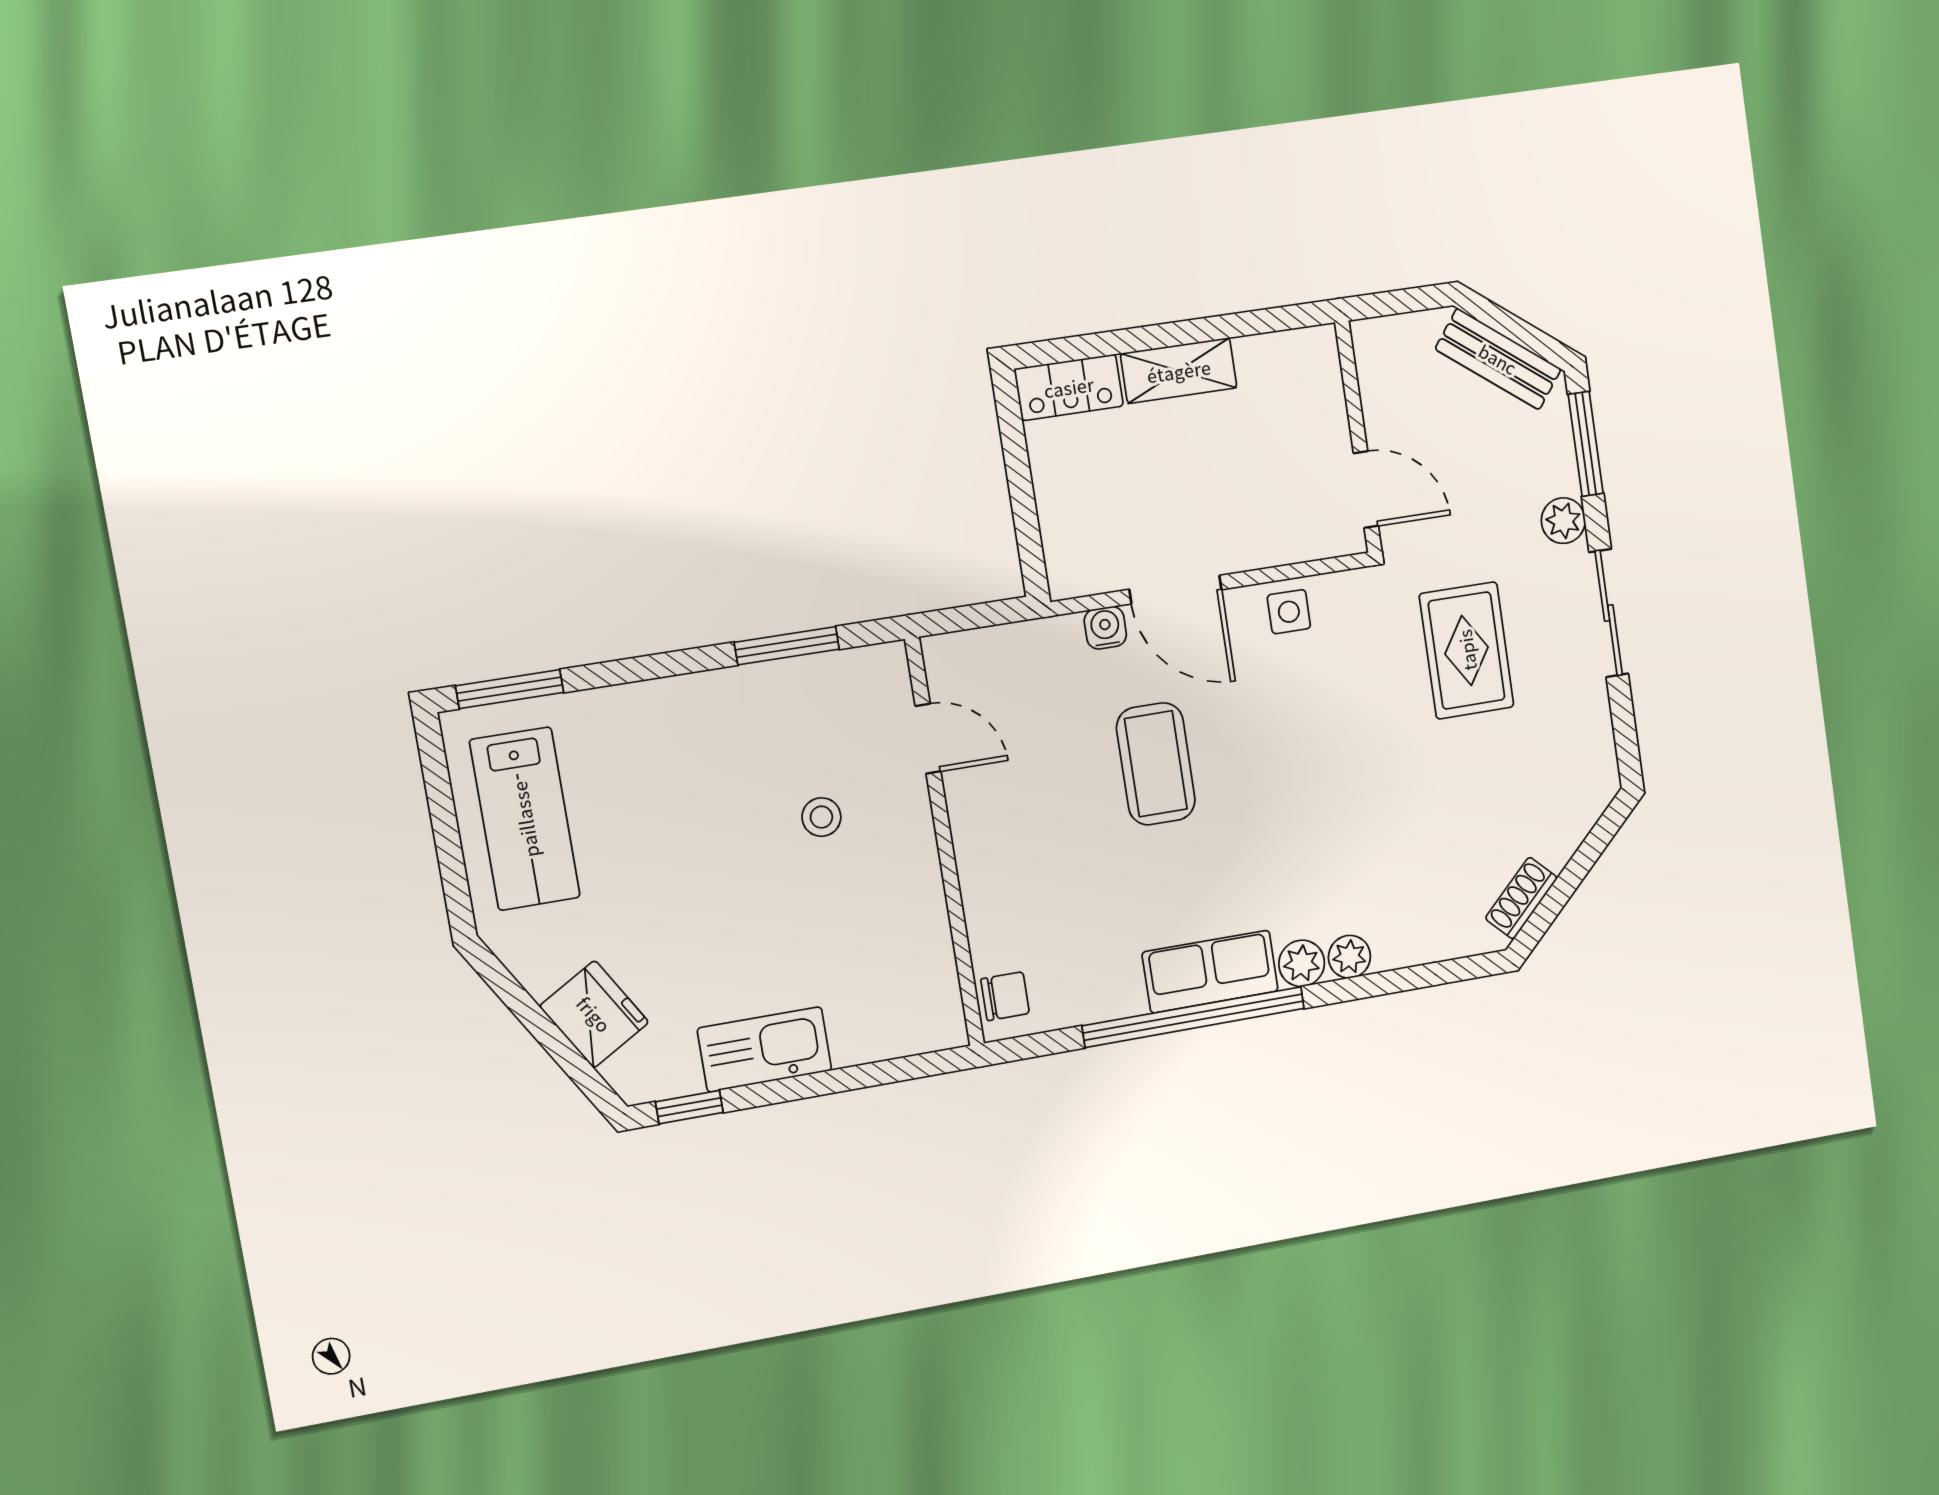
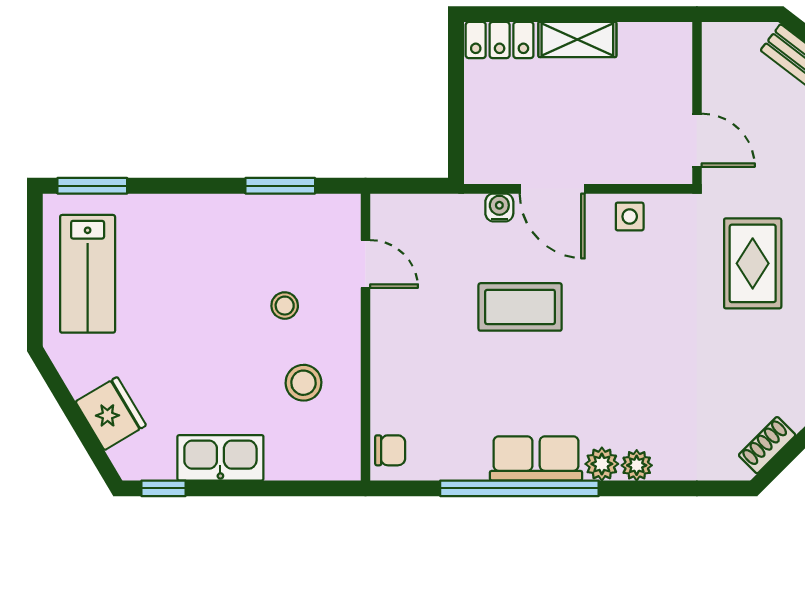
coffee table: (1156, 764) -> (520, 307), turned 90
stool: (867, 922) -> (303, 383), added

